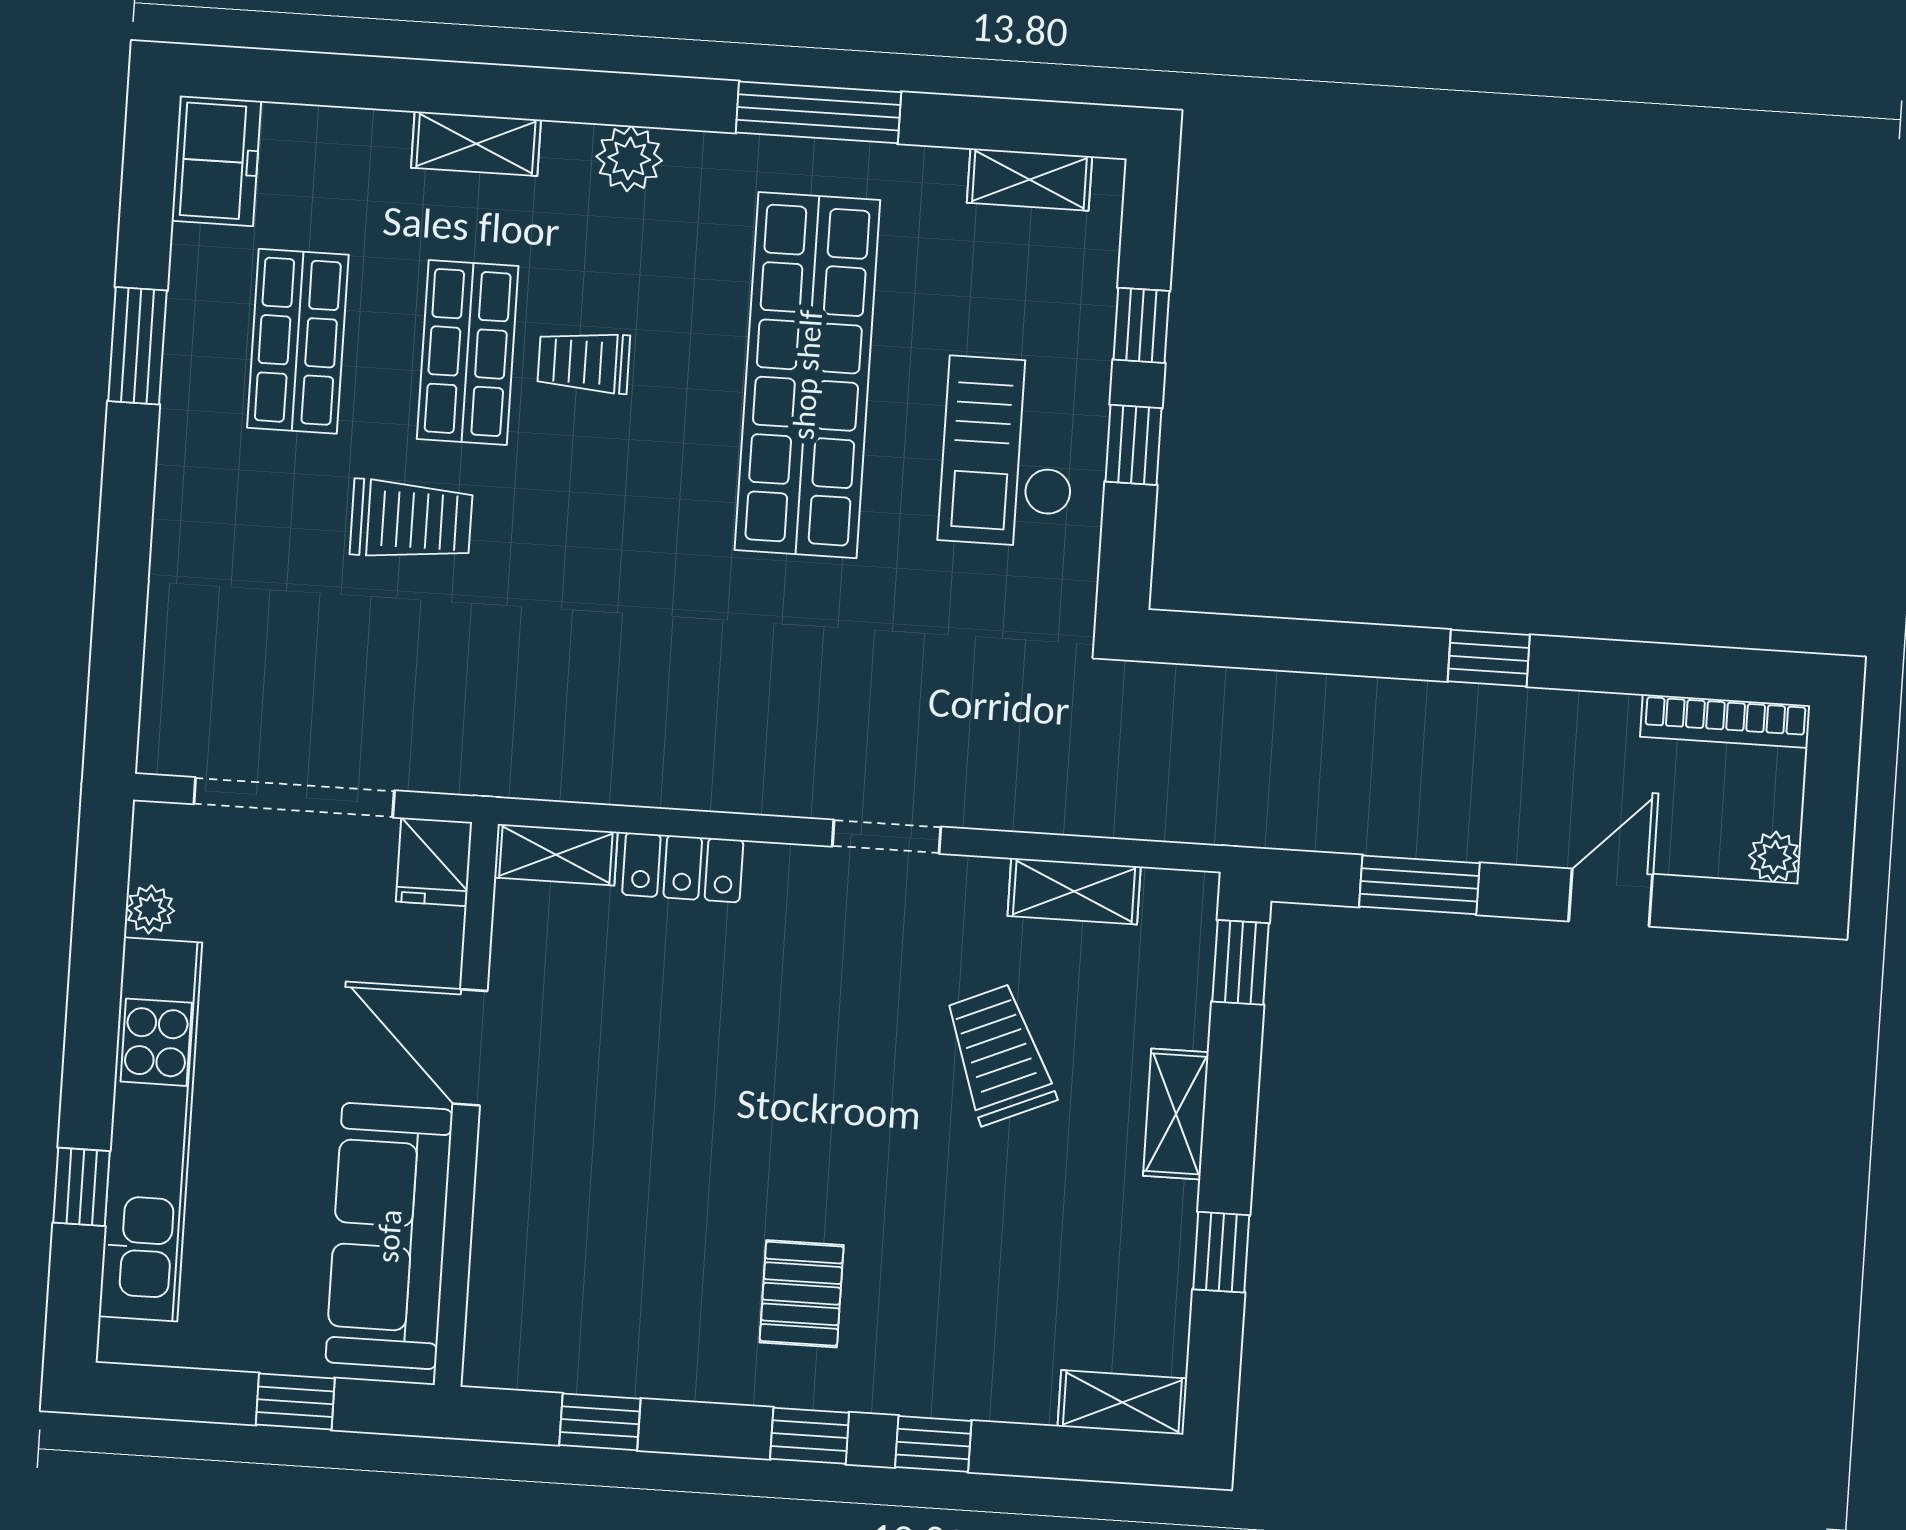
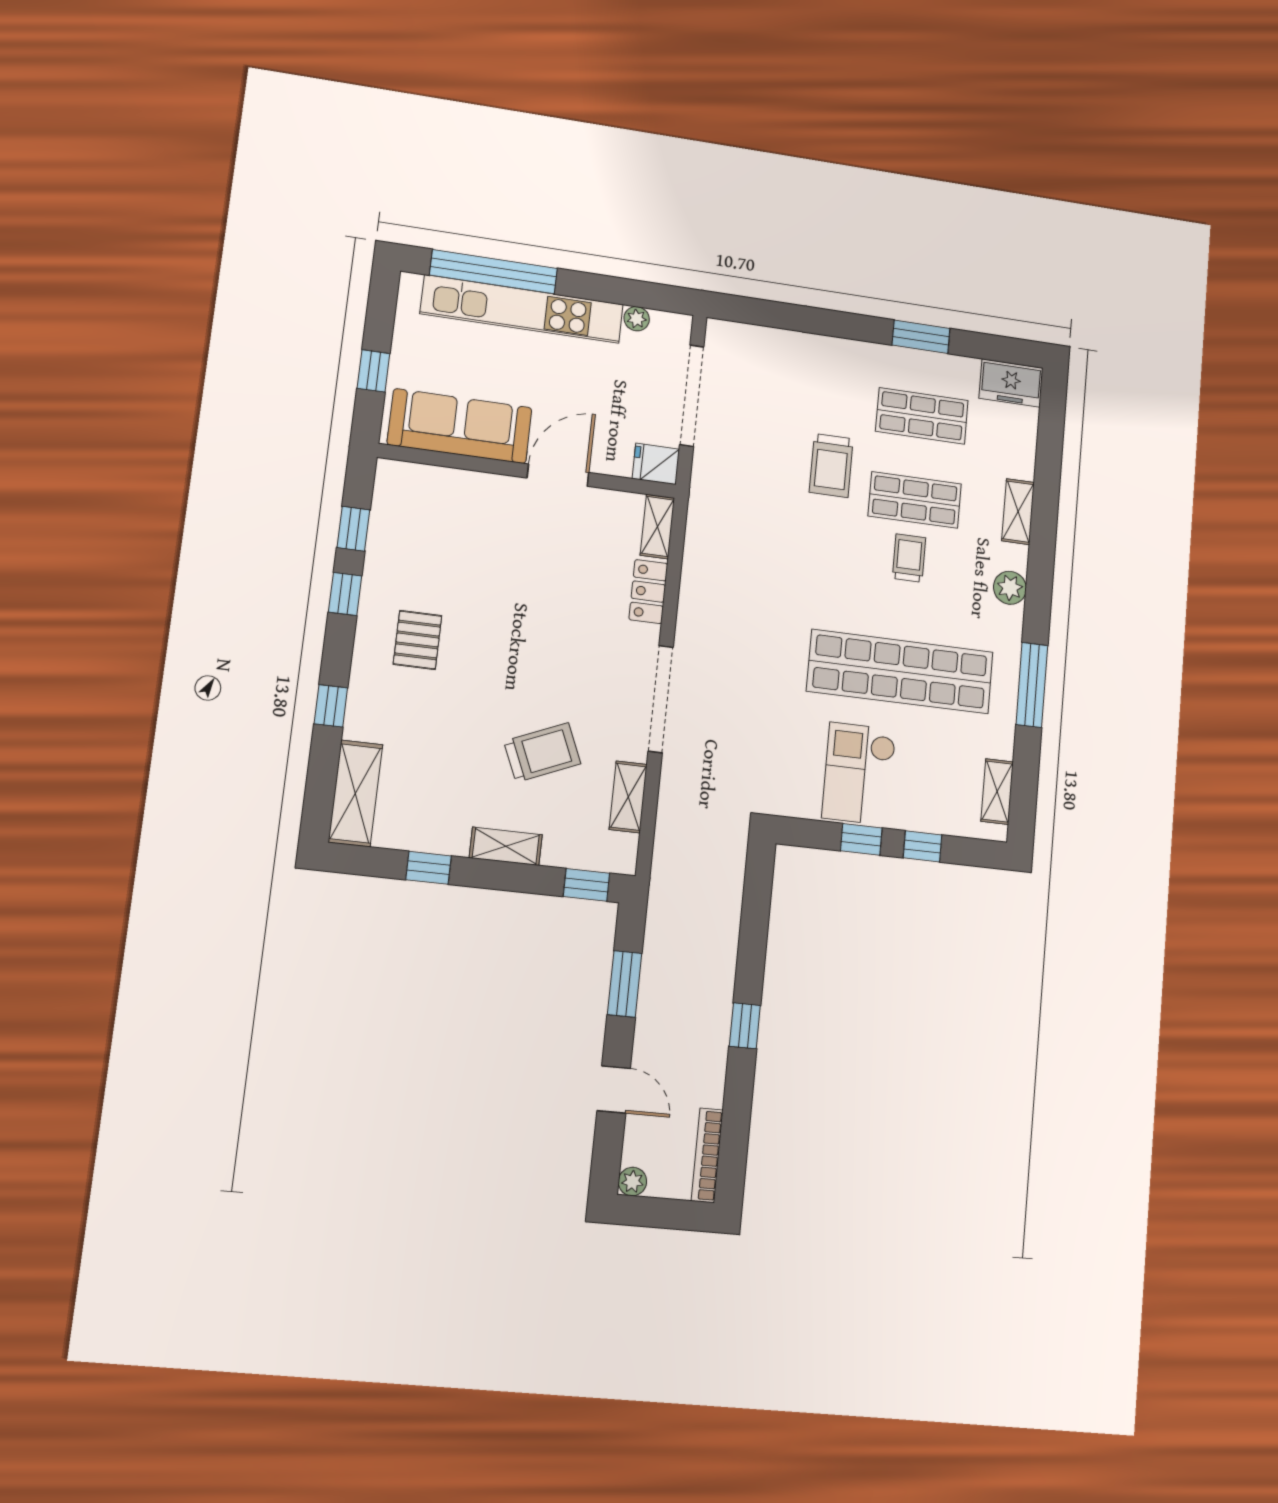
checkout: (1009, 452) -> (859, 774), turned -90
doorway: (887, 837) -> (661, 699), width x1.88
window: (82, 1187) -> (494, 272), width x3.17
pallet: (802, 1294) -> (417, 640), turned 90
shelving: (1122, 1402) -> (355, 793), width x1.50, depth x1.33
window: (810, 1436) -> (345, 594), moved

